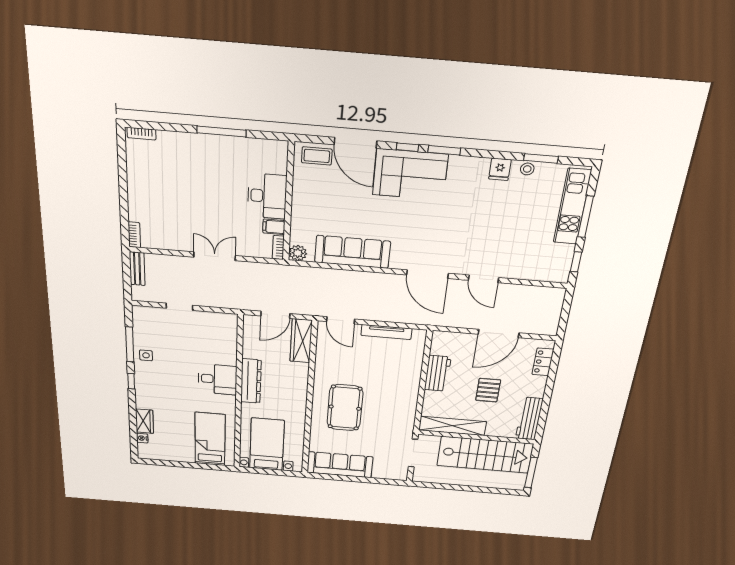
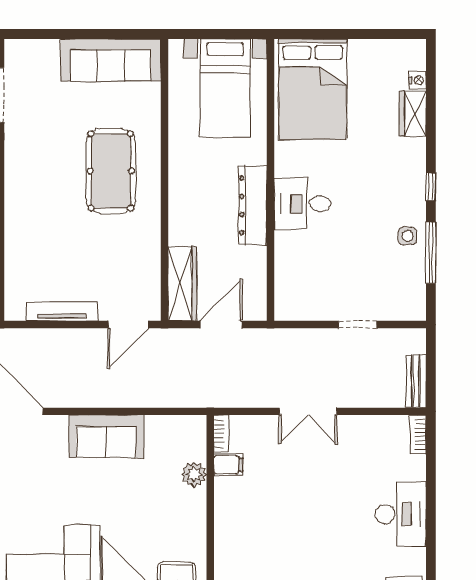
desk: (267, 196) -> (401, 514), moved, turned 180
sofa: (353, 252) -> (106, 436), width x0.73
plant: (298, 253) -> (194, 474), moved
door: (341, 320) -> (128, 325), swing flipped
bed: (210, 439) -> (313, 89), width x1.50

